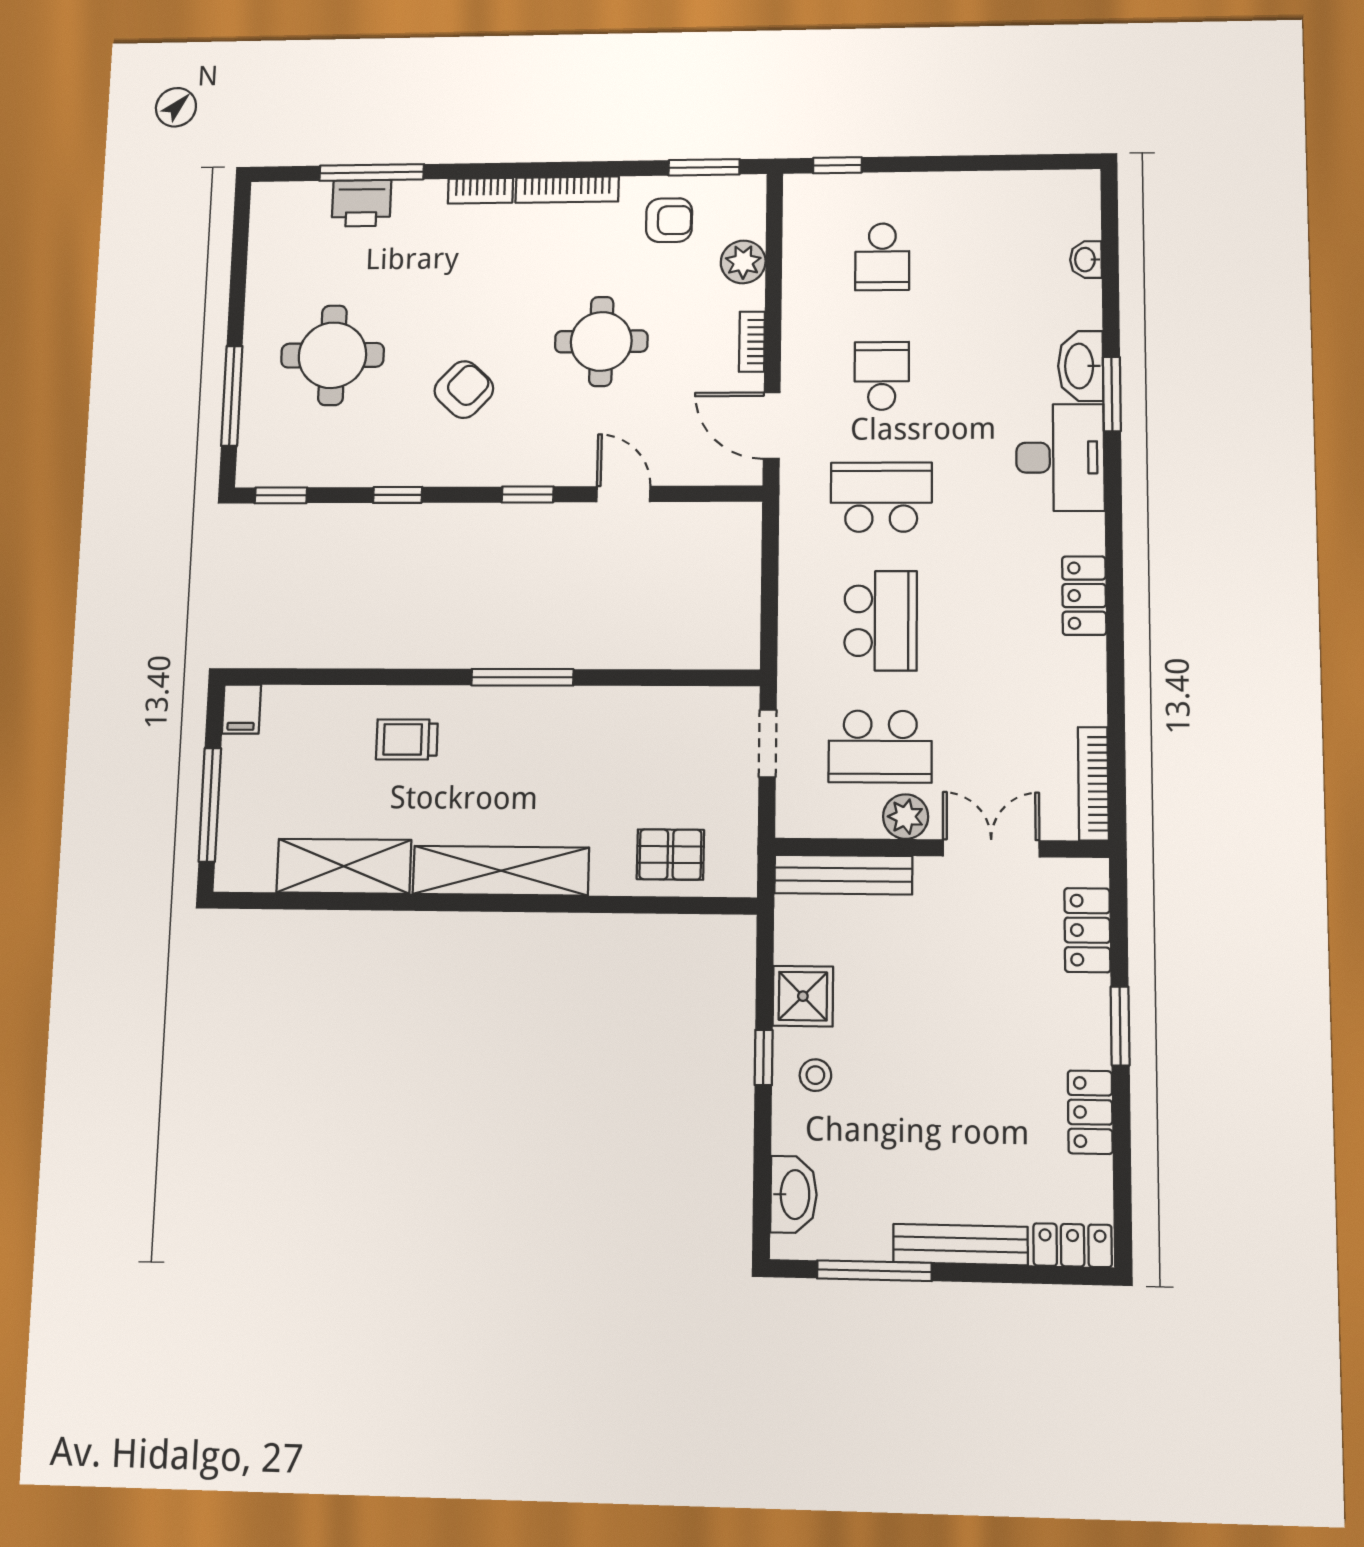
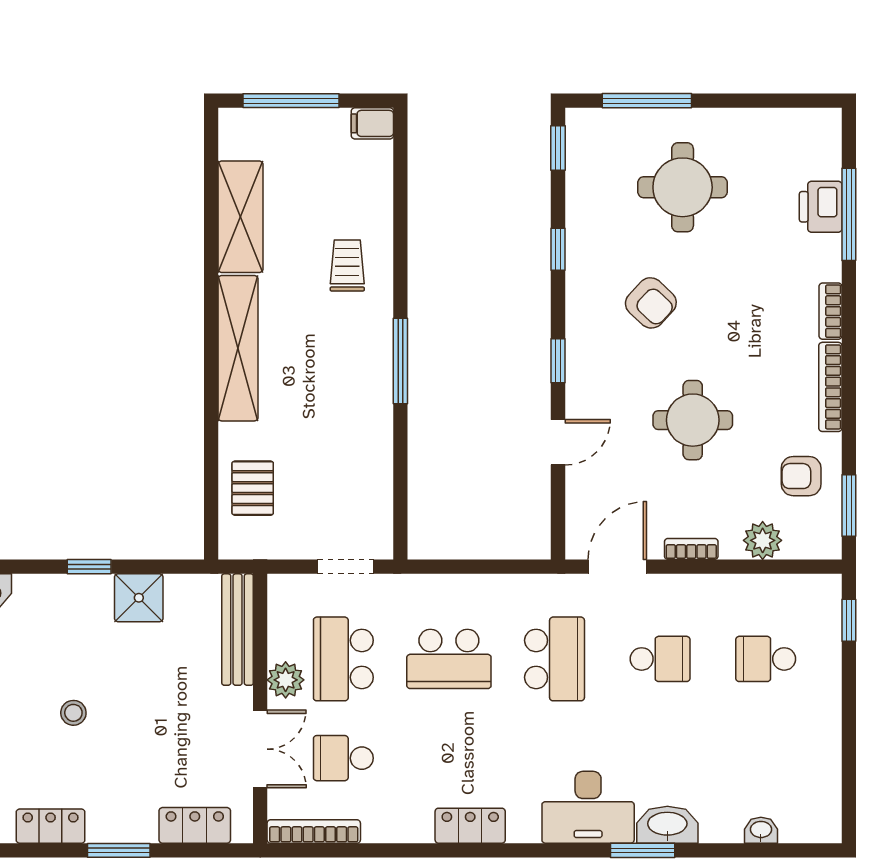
armchair: (669, 220) -> (801, 476), turned 90
school desk: (1002, 747) -> (343, 758), added
stool: (815, 1075) -> (73, 713), moved

